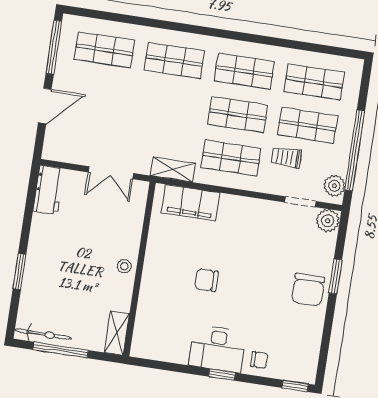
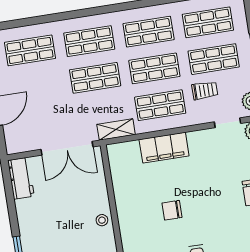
shop shelf: (168, 104) -> (95, 78), added
trolley: (286, 157) -> (205, 90), turned 180
double door: (111, 173) -> (67, 148), width x1.37
filing cabinet: (191, 203) -> (164, 148), moved

